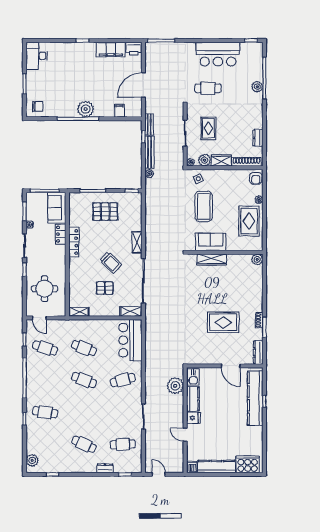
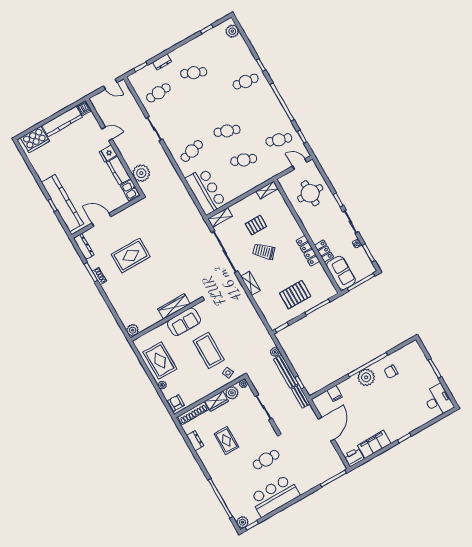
plant: (257, 87) -> (242, 522), moved
chair: (38, 106) -> (391, 372), moved
rug: (208, 128) -> (226, 440), moved

